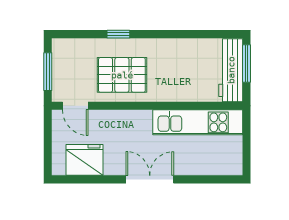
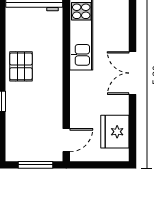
pallet: (122, 75) -> (21, 66), moved, width x0.67, depth x0.71

